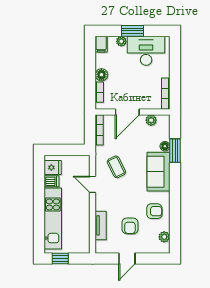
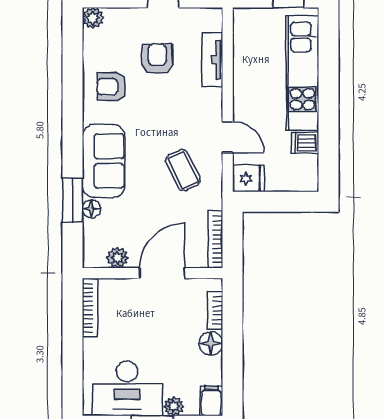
fridge: (53, 167) -> (249, 178), moved, turned 180
plant: (164, 237) -> (93, 18), moved

